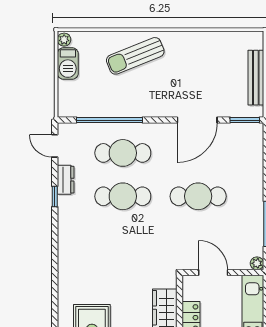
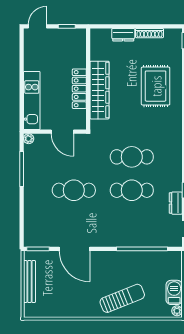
door: (197, 120) -> (75, 249), swing flipped
cafe table: (123, 153) -> (132, 157), moved

